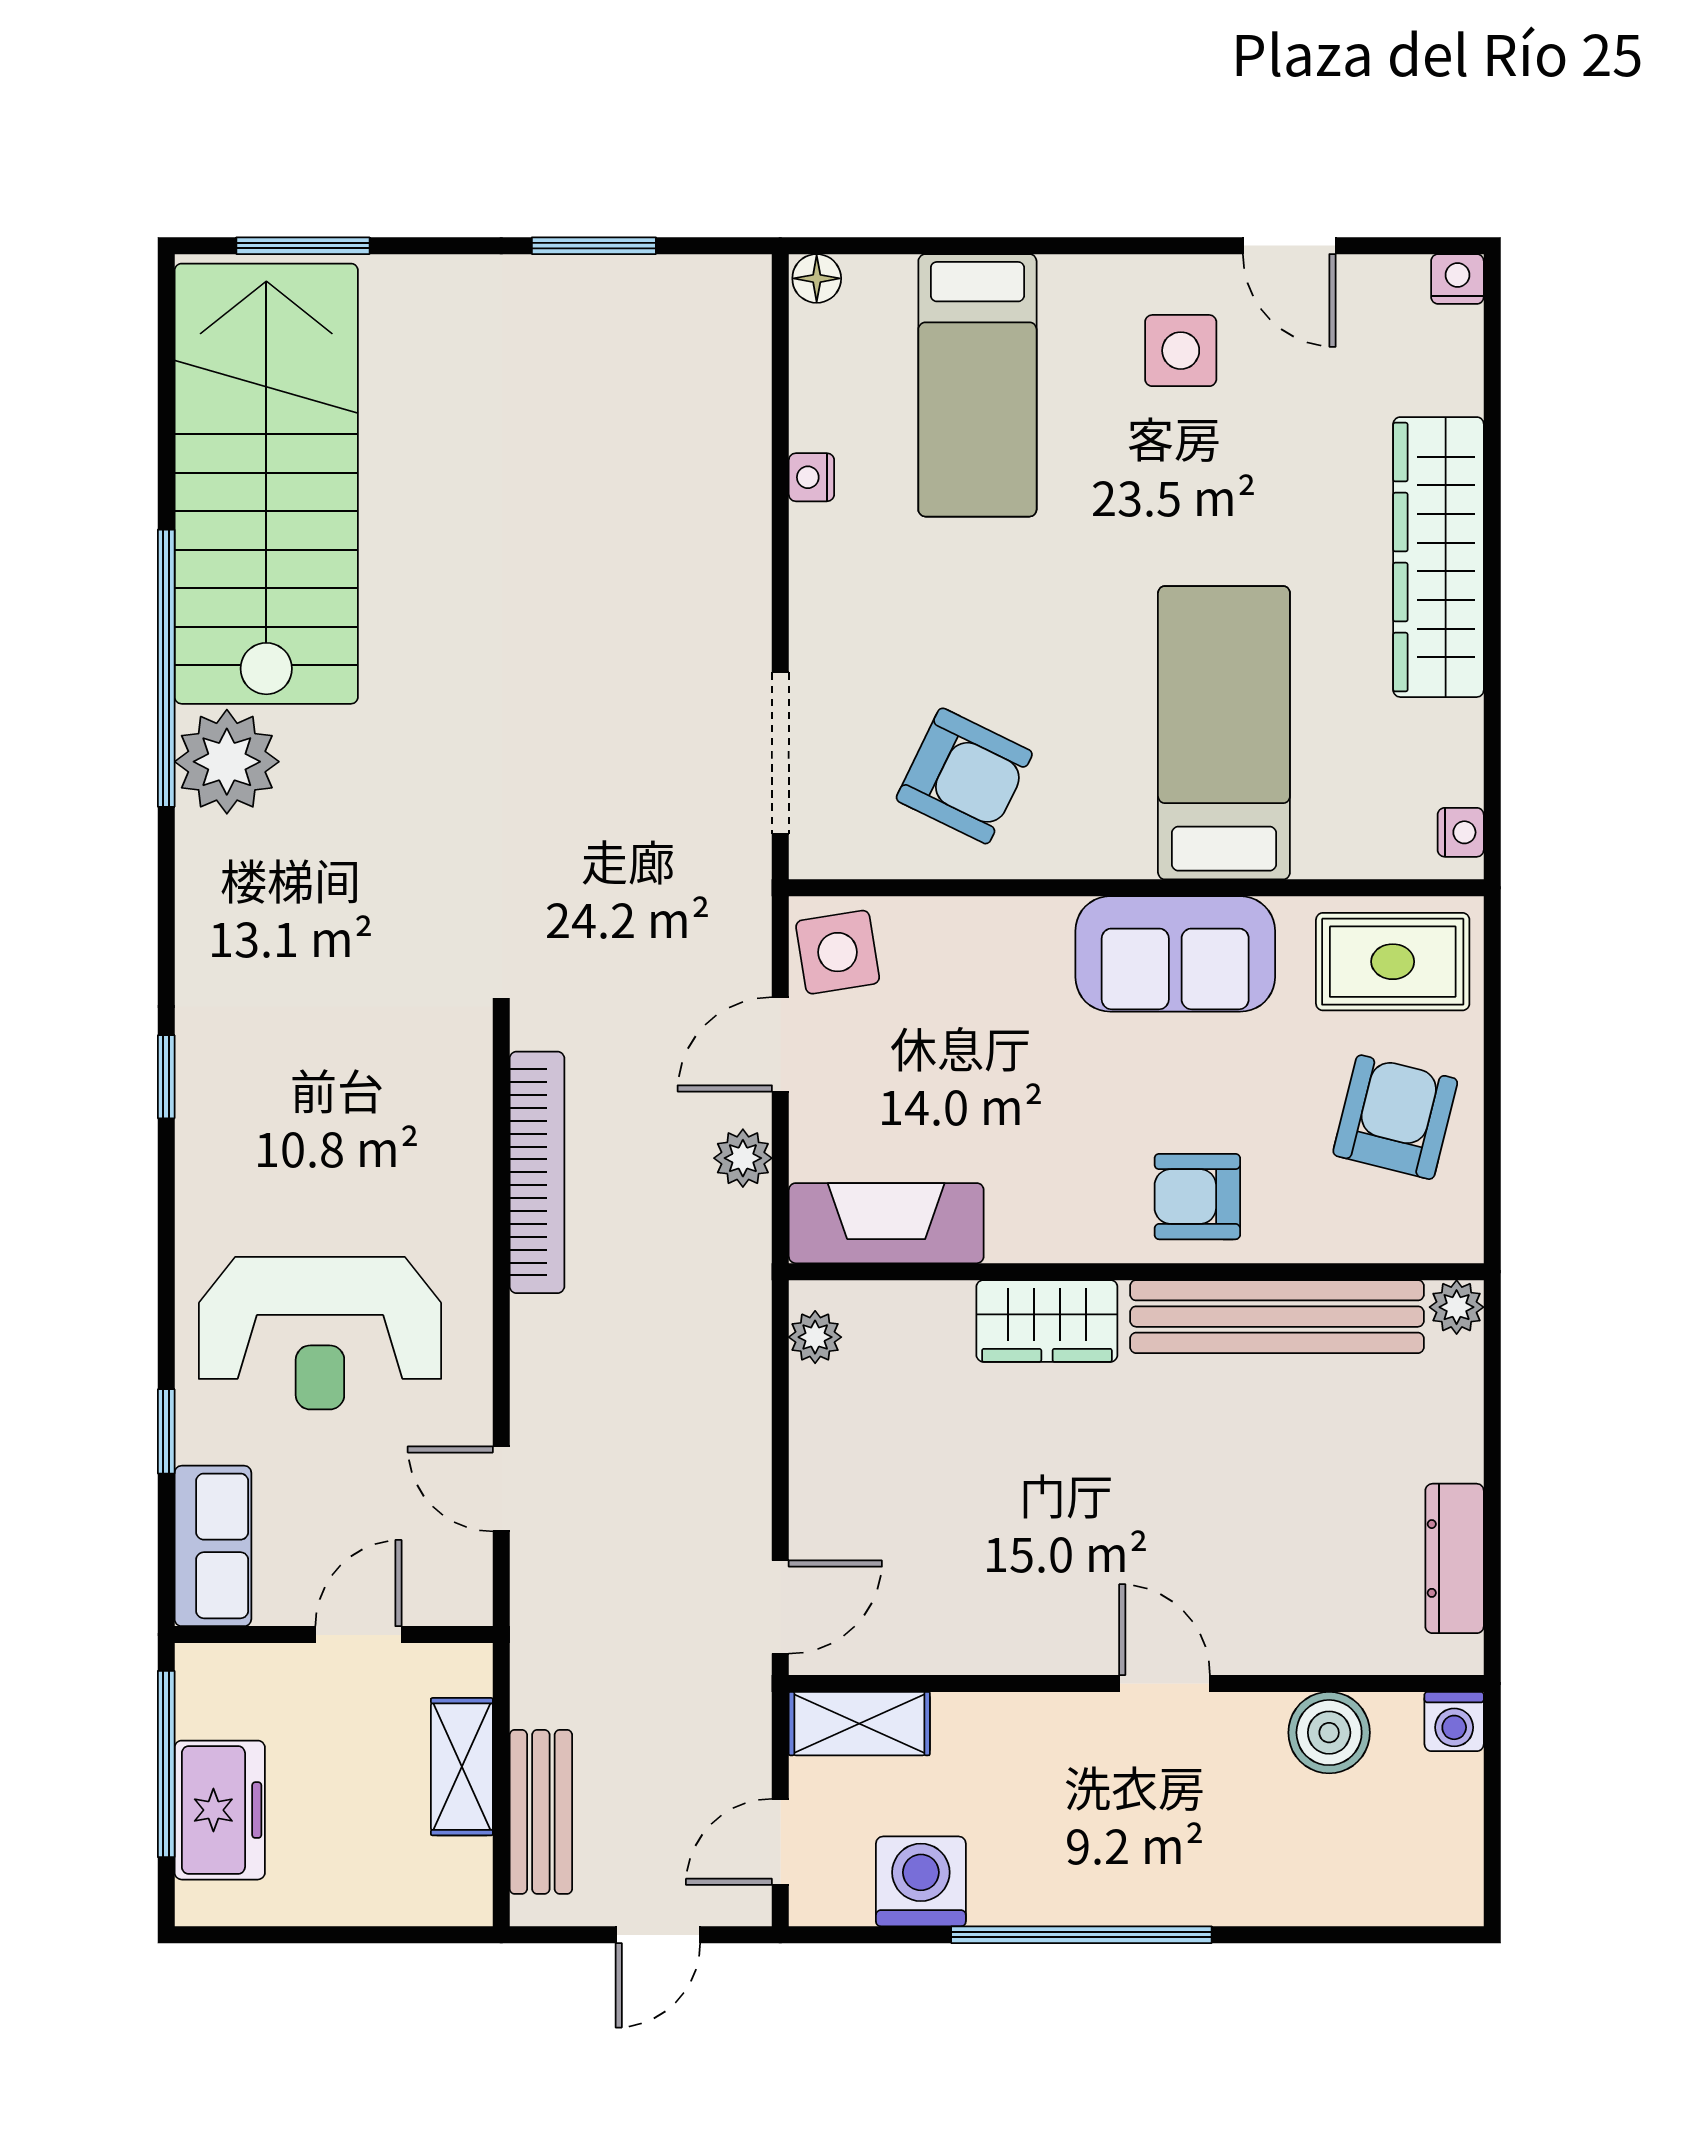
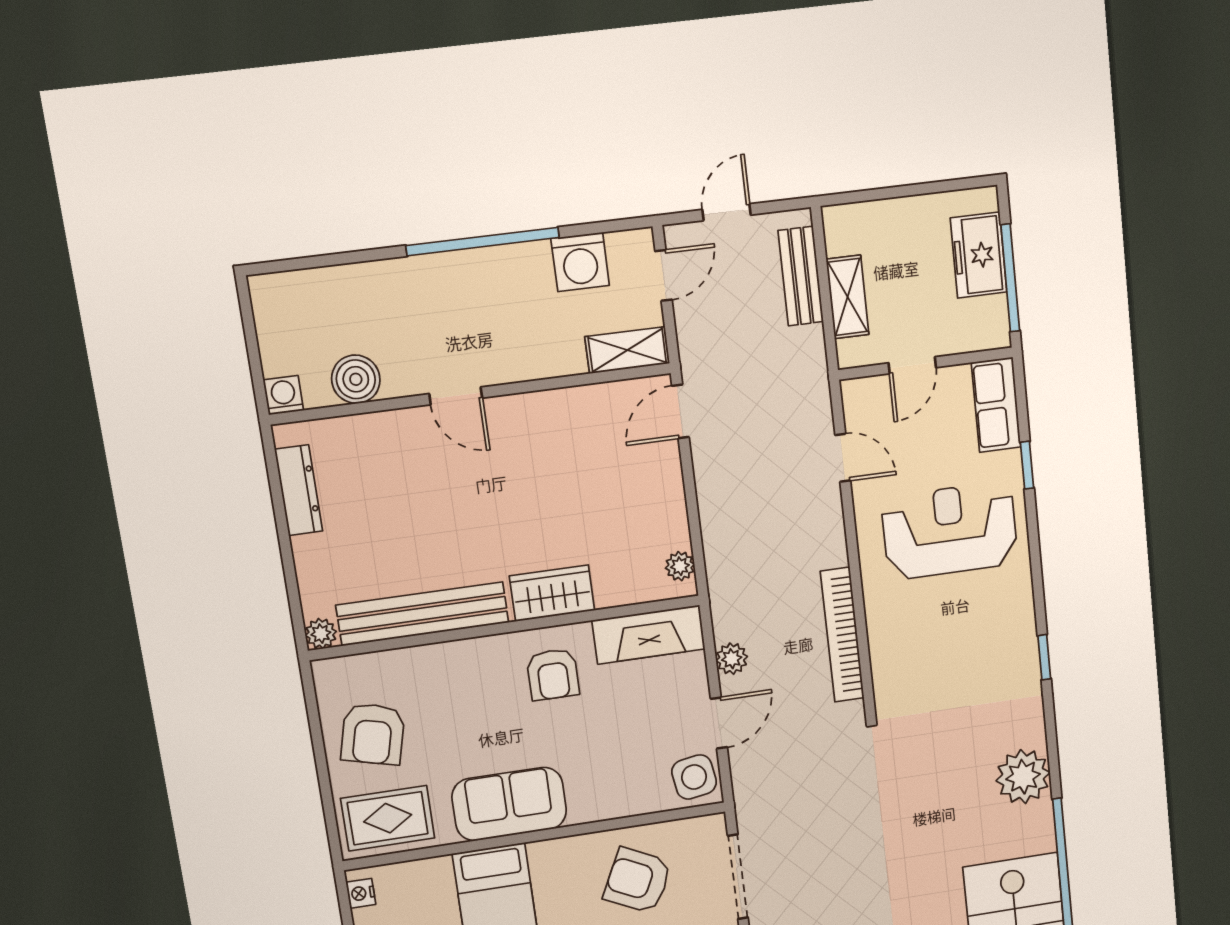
plant: (227, 762) -> (1023, 777), moved
armchair: (1197, 1197) -> (553, 674), moved, turned 90

